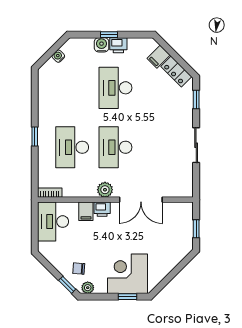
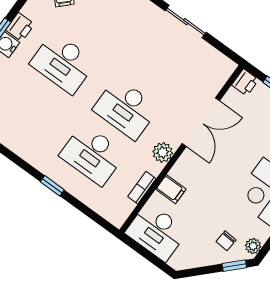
bookcase: (50, 193) -> (142, 188), moved
printer: (102, 209) -> (245, 82), moved

